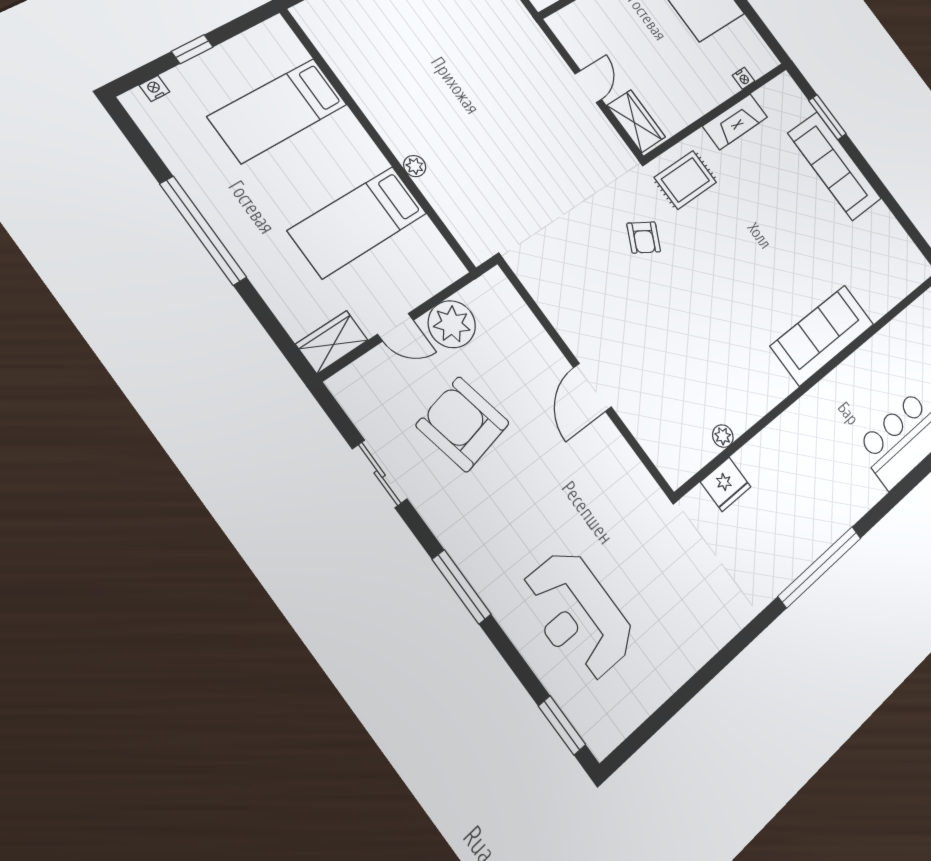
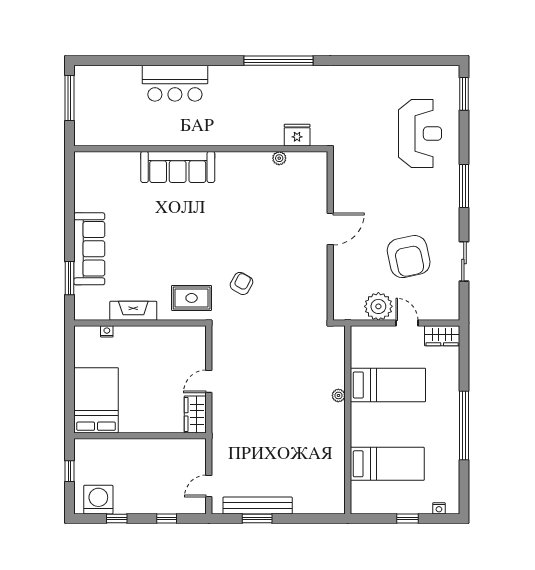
wardrobe: (636, 121) -> (195, 414), moved

